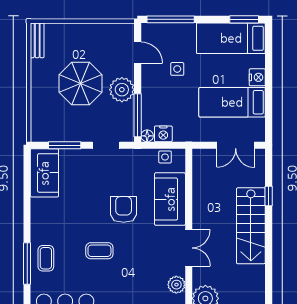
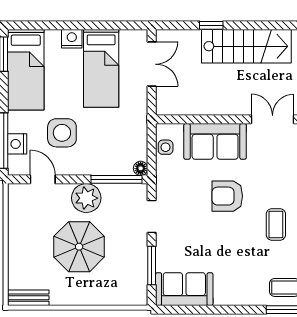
door: (138, 53) -> (43, 179), hinge flipped
side table: (177, 69) -> (62, 133), width x1.87, depth x1.87
nightstand: (163, 134) -> (17, 144), moved, turned 180

